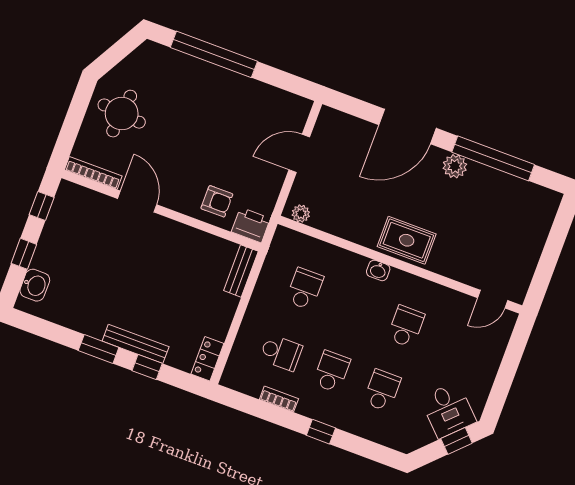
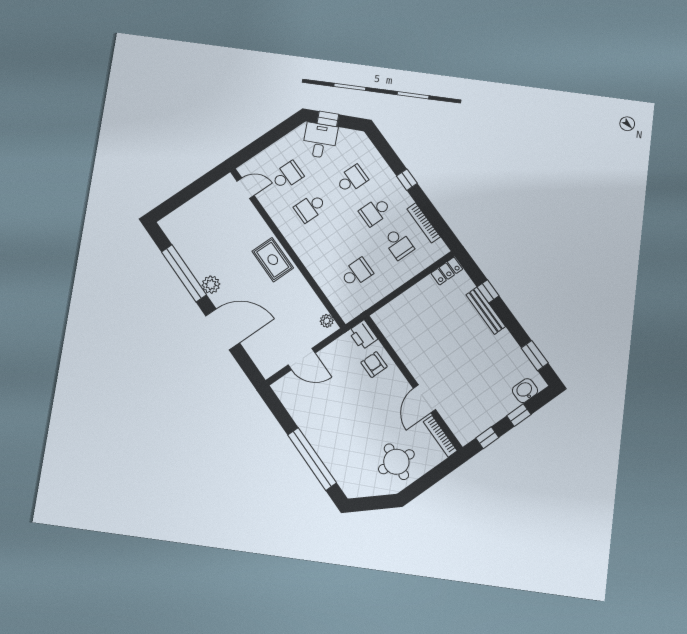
washbasin: (378, 270) -> (303, 253), removed
bench: (241, 271) -> (389, 311), removed
school desk: (305, 289) -> (357, 273), turned 180
school desk: (456, 345) -> (287, 176), added
window: (99, 349) -> (535, 355), moved
school desk: (281, 353) -> (398, 244), turned 180
school desk: (382, 390) -> (352, 179), turned 180
bookcase: (279, 399) -> (424, 223), width x1.56

